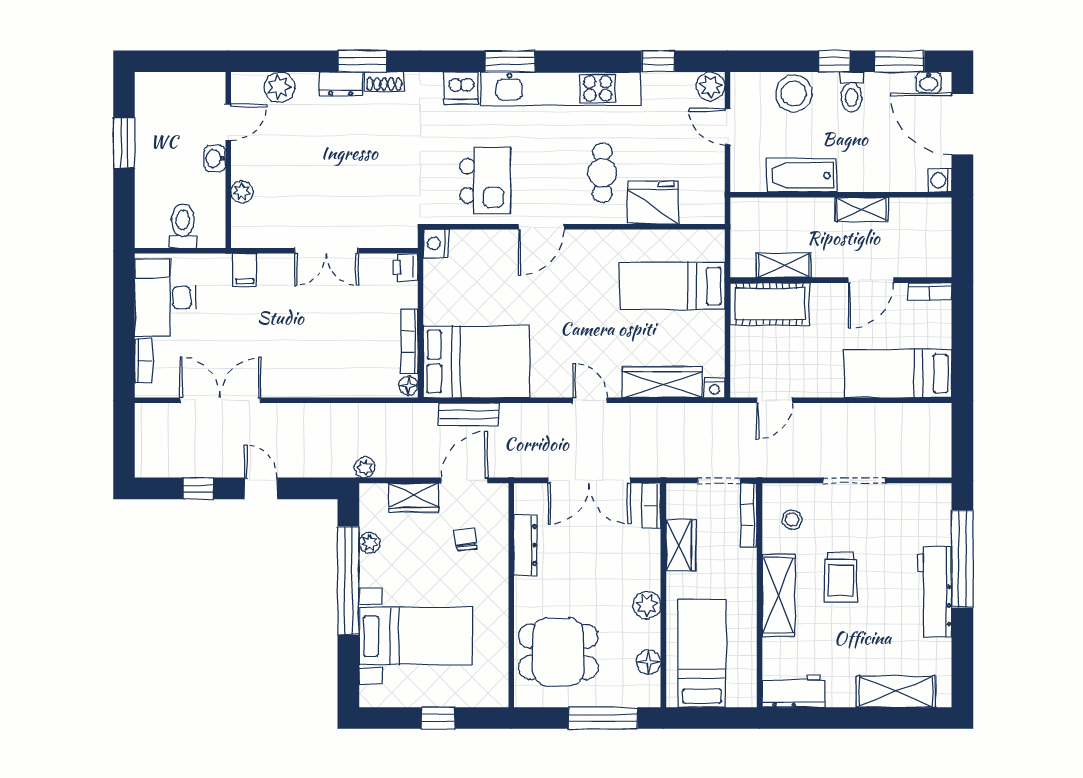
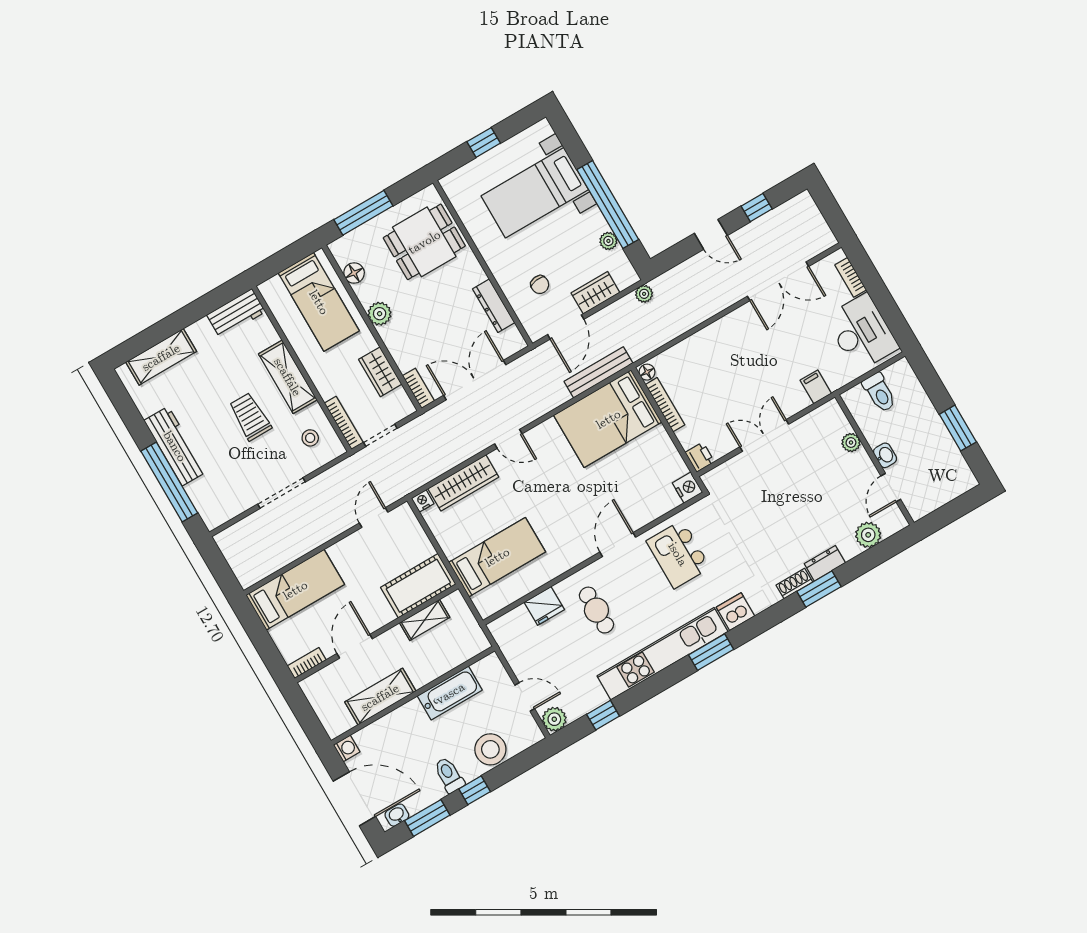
fridge: (653, 203) -> (544, 606), width x0.73, depth x0.75
shelving: (862, 209) -> (380, 697), width x1.50, depth x1.33
bench: (469, 414) -> (598, 372), width x1.36

